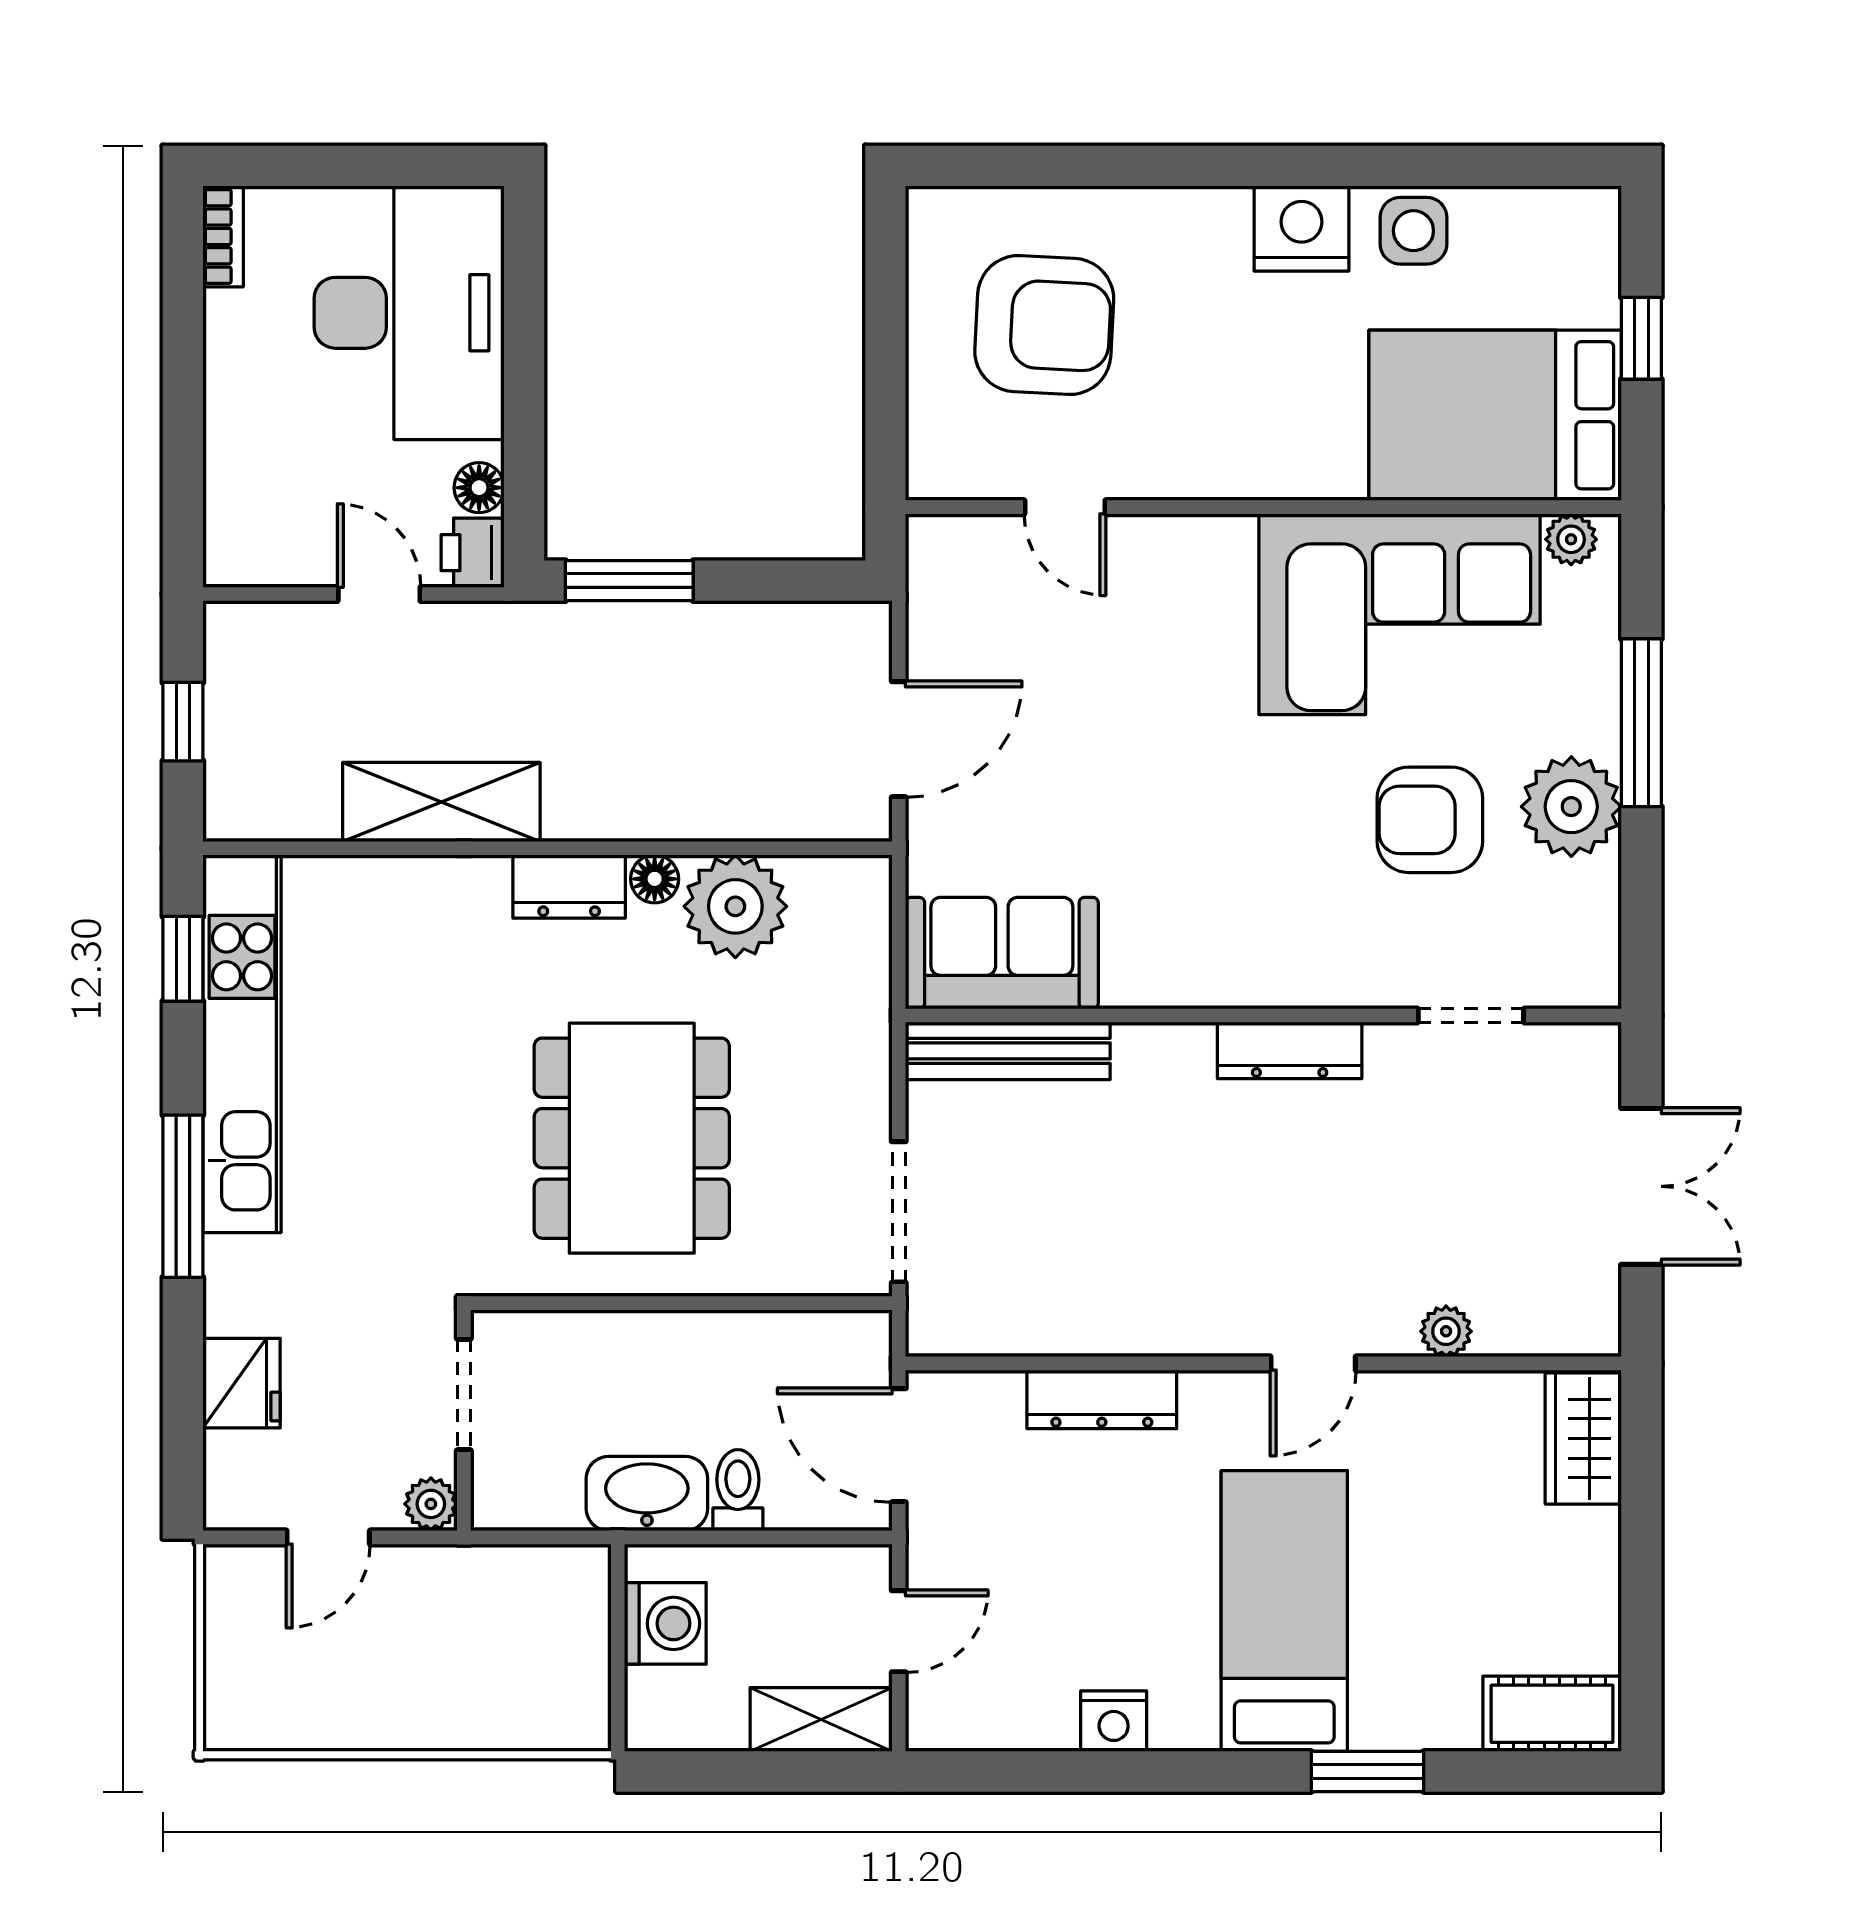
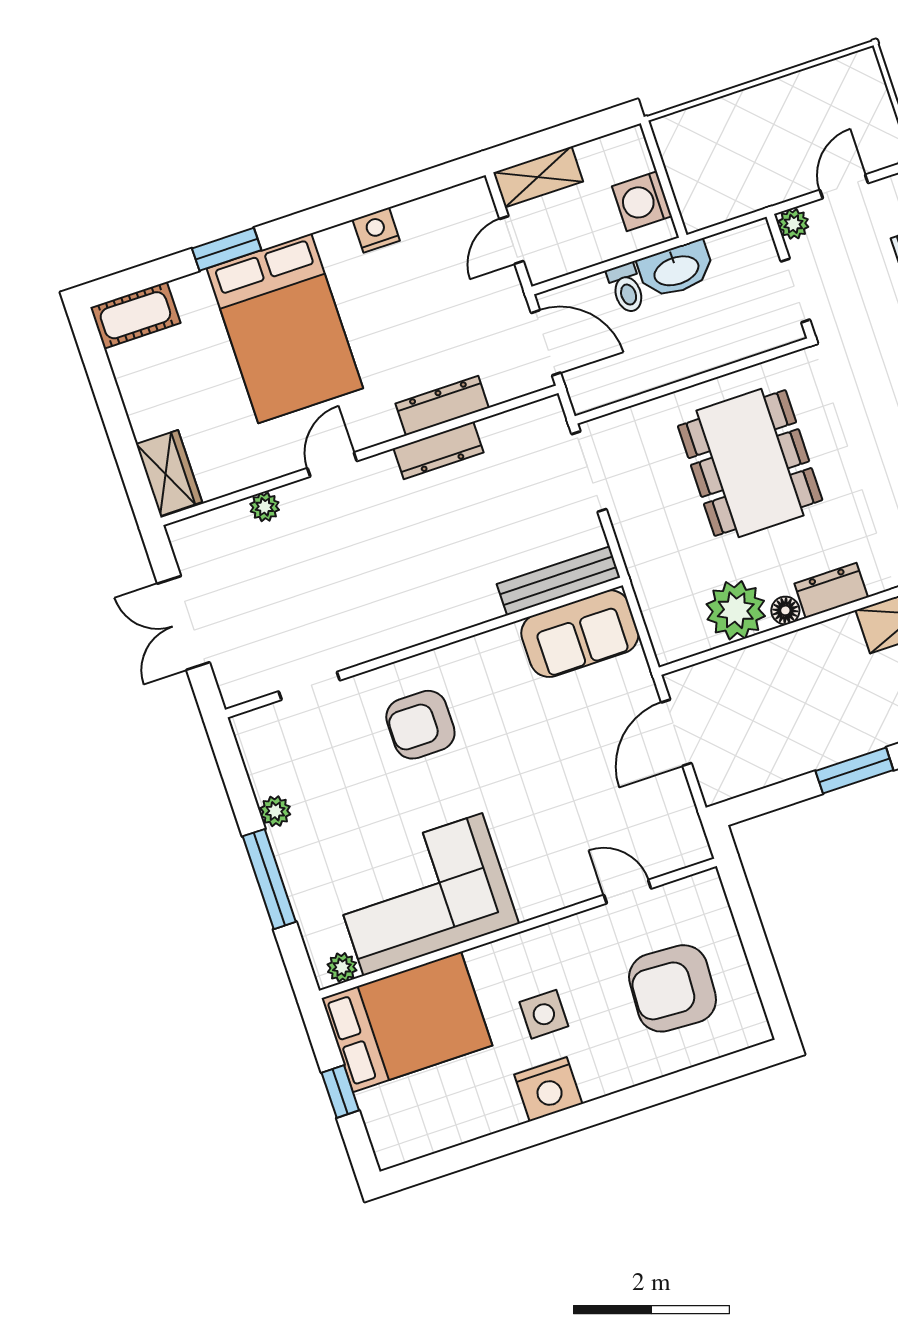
side table: (1413, 231) -> (544, 1014), moved
plant: (1571, 807) -> (275, 811), width x0.53, depth x0.53
armchair: (1430, 820) -> (420, 725), moved, turned 180
dresser: (1290, 1050) -> (438, 450), moved, turned 180
bed: (1284, 1611) -> (285, 328), width x1.50

